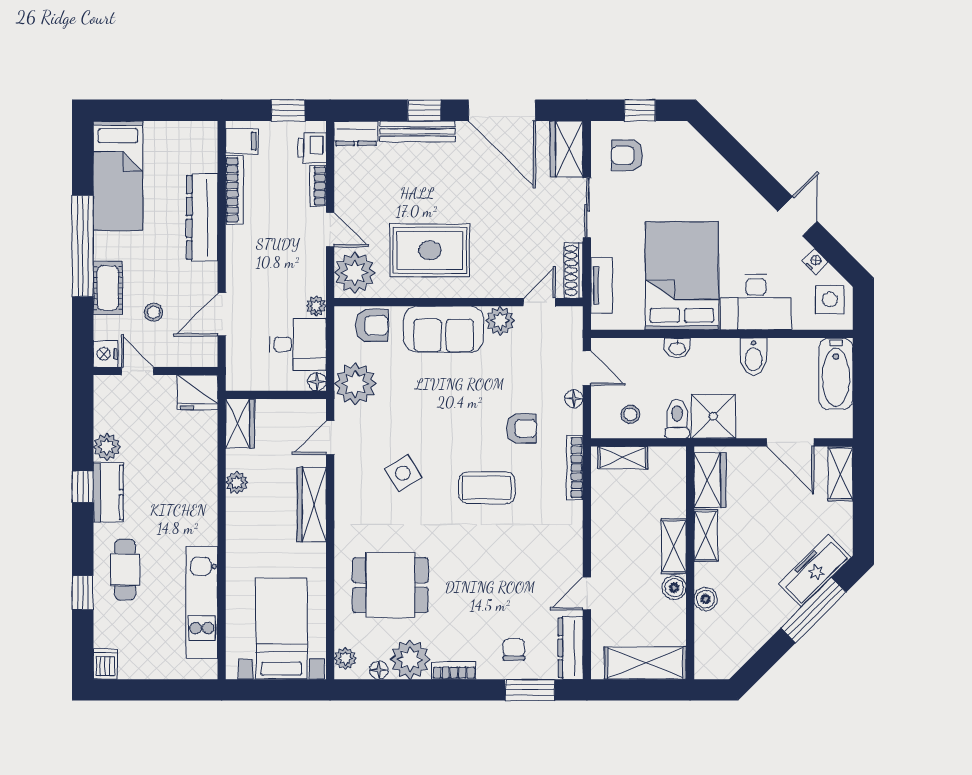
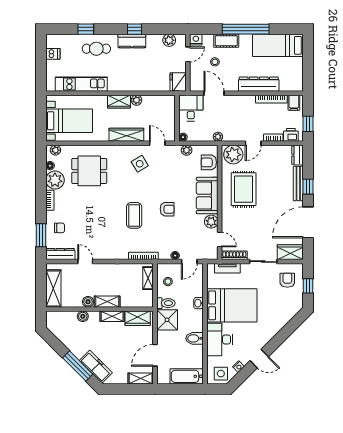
armchair: (372, 325) -> (209, 162), turned 90
desk: (298, 344) -> (191, 108), moved, turned 180
plant: (355, 384) -> (187, 150), width x0.53, depth x0.53
wardrobe: (240, 423) -> (119, 102), moved
armchair: (522, 428) -> (167, 209), moved, turned -90
plant: (107, 447) -> (169, 40), moved
side table: (403, 473) -> (140, 164), moved
dining table: (390, 585) -> (89, 171), turned 90
dishwasher: (105, 664) -> (53, 54), moved

